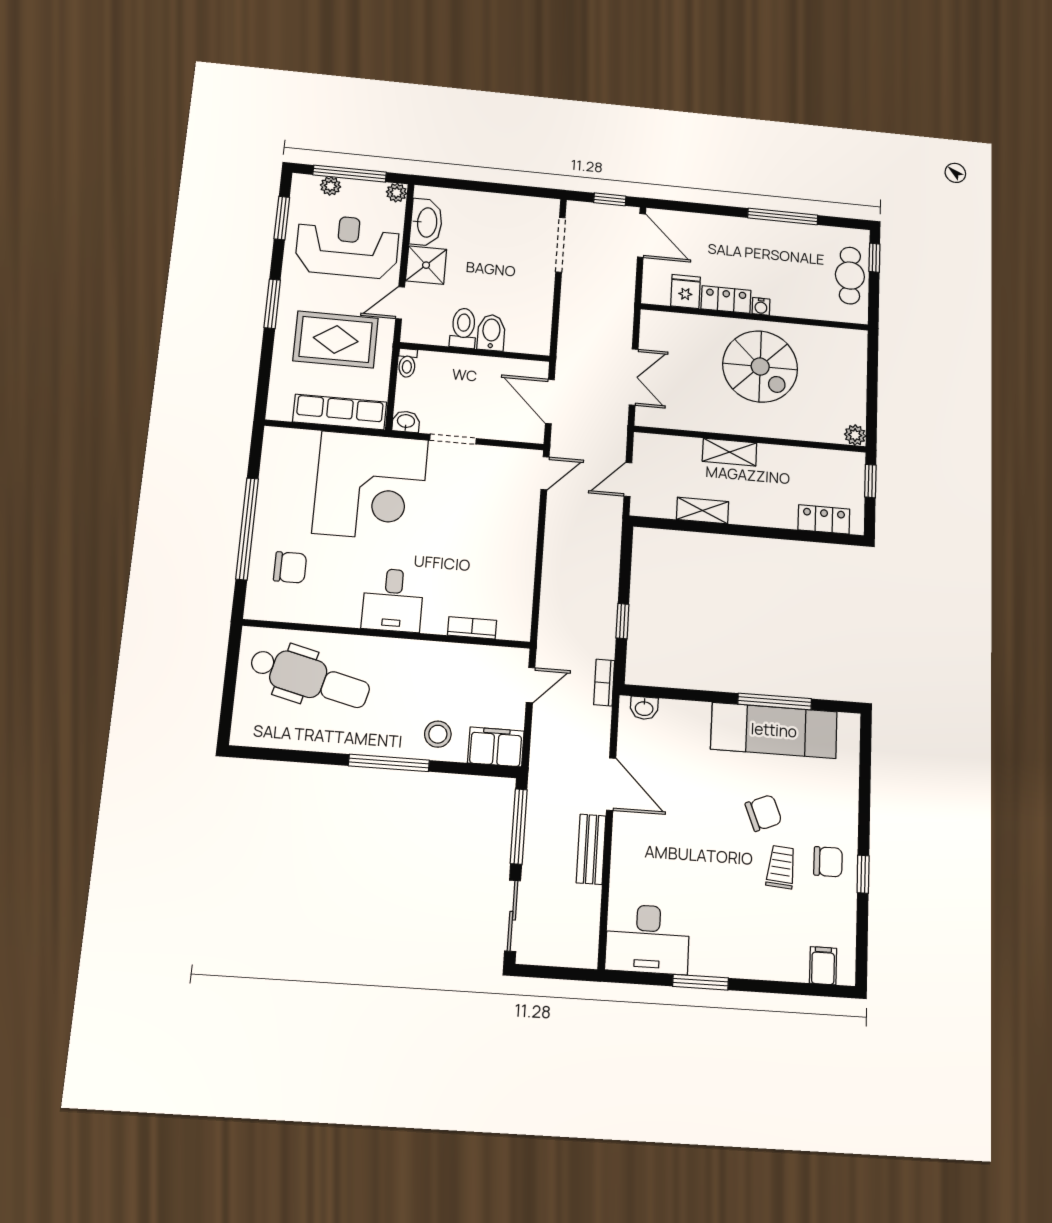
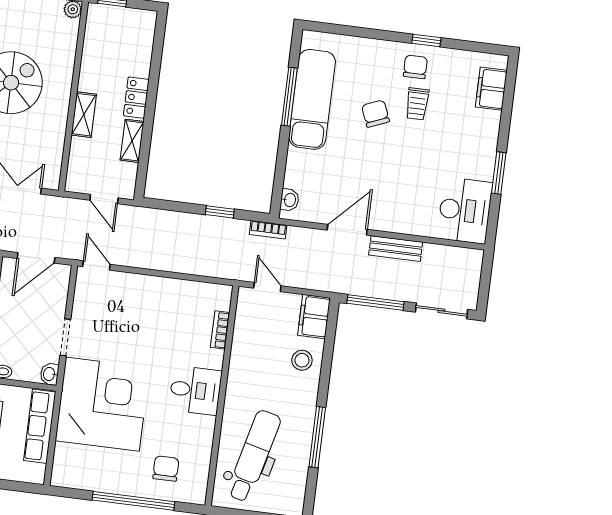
locker: (824, 519) -> (136, 98), moved
window: (389, 763) -> (317, 437), moved
trolley: (781, 867) -> (417, 104), turned -95
filing cabinet: (823, 966) -> (491, 89), width x2.00

